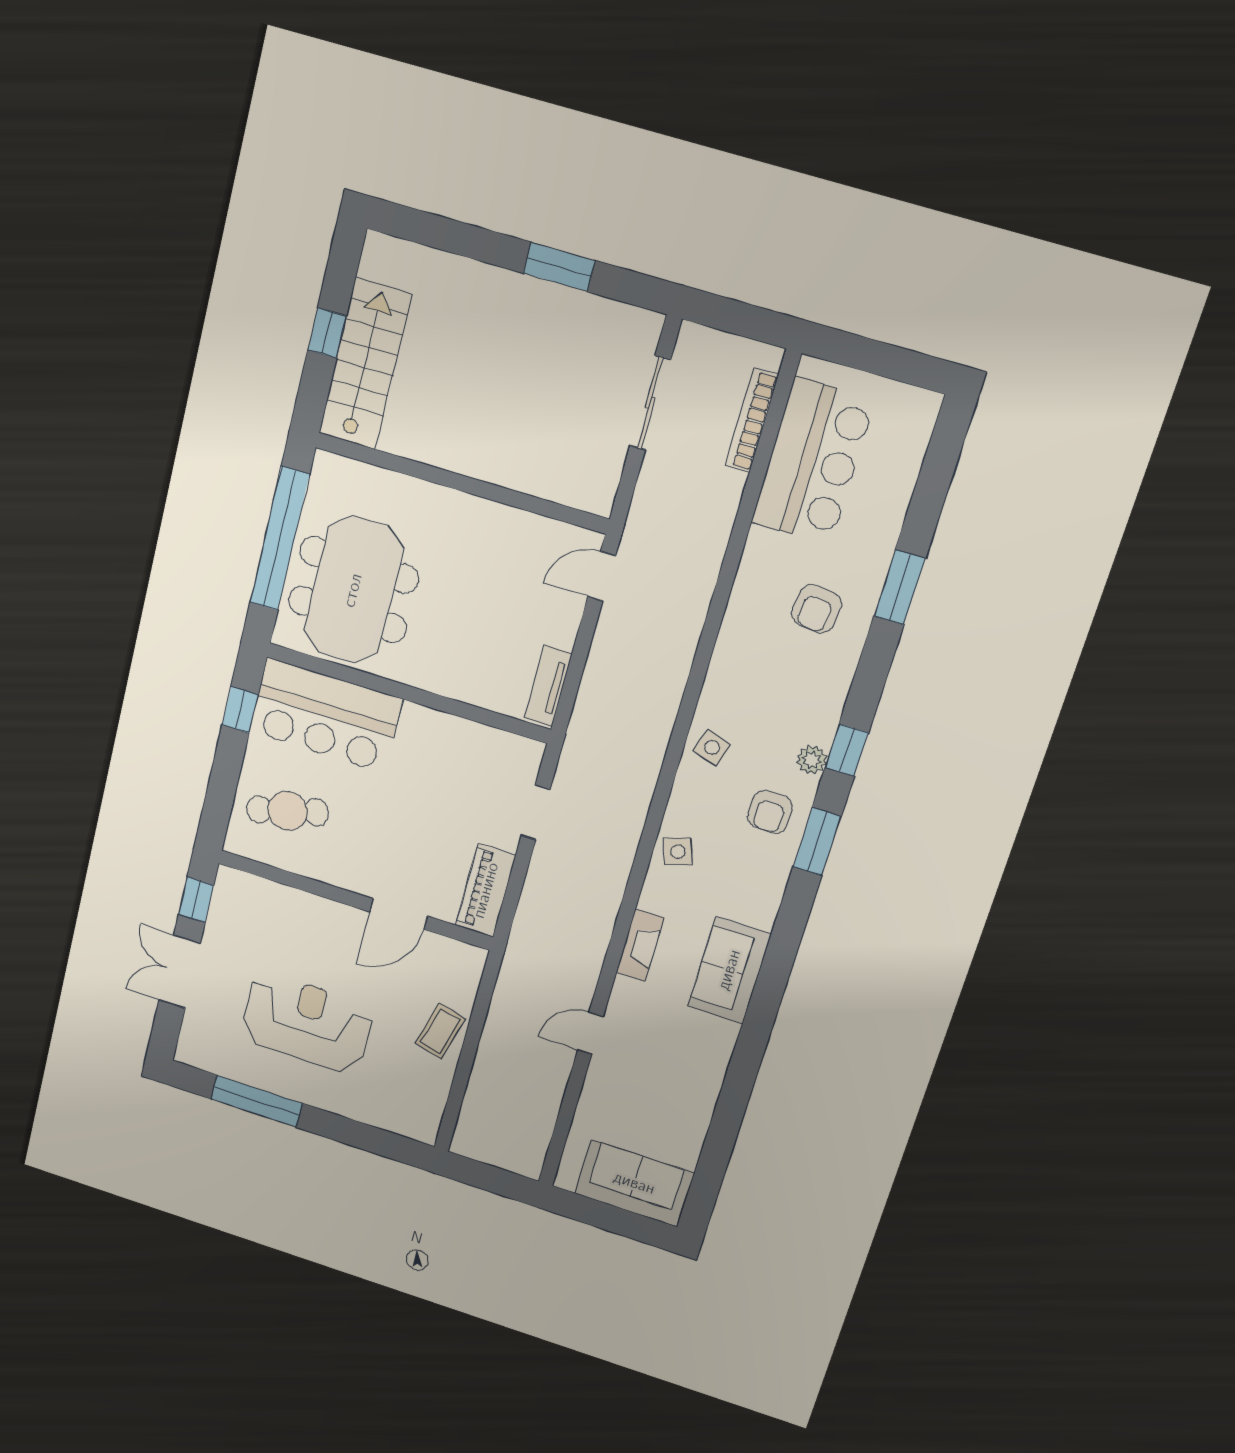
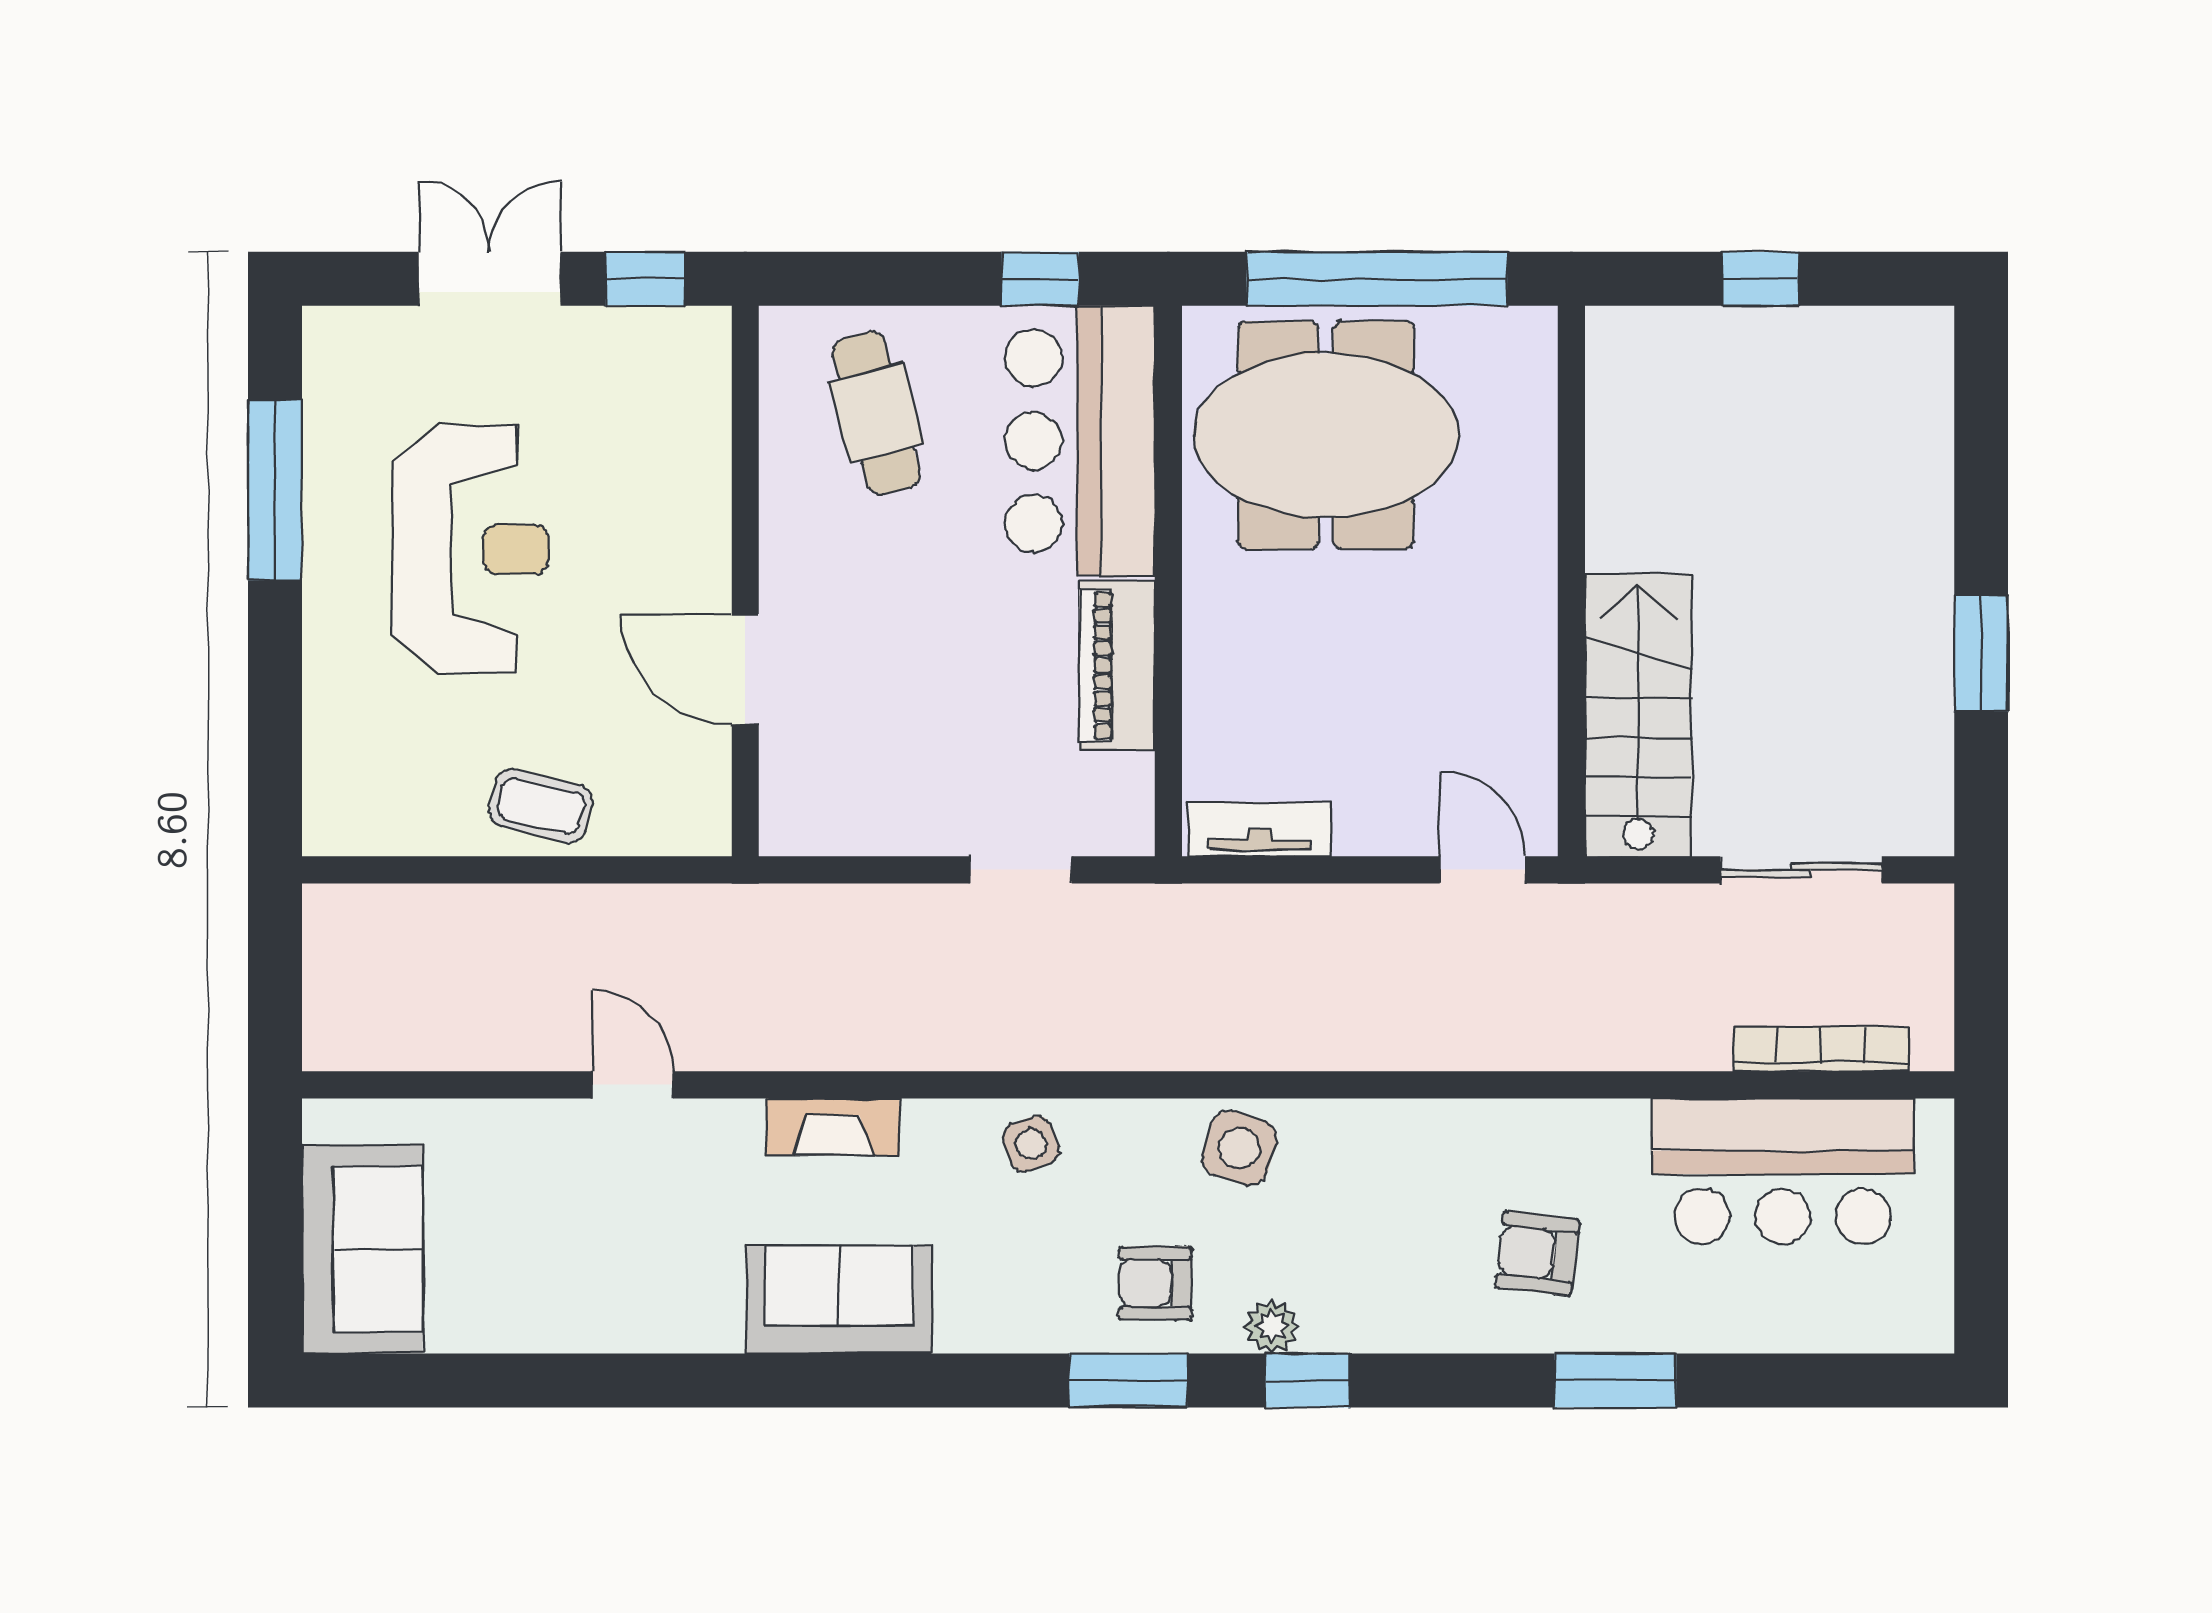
stairs: (365, 364) -> (1638, 715), moved, turned -90
side table: (712, 747) -> (1239, 1148), width x1.37, depth x1.37
piano: (486, 890) -> (1117, 665), moved, turned -90

